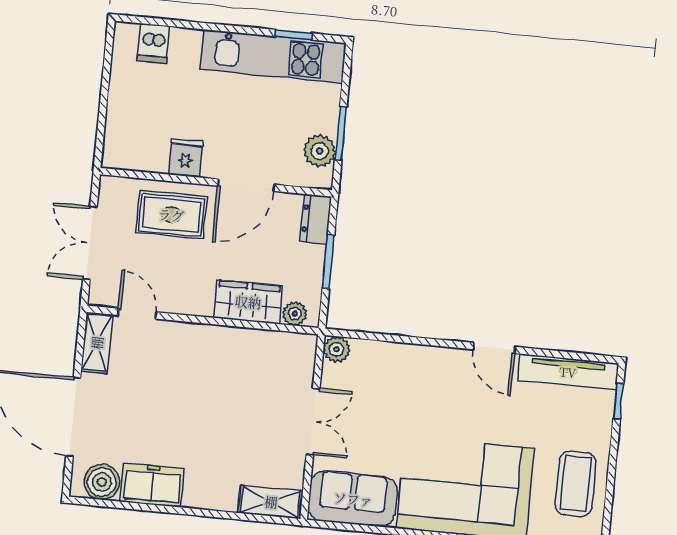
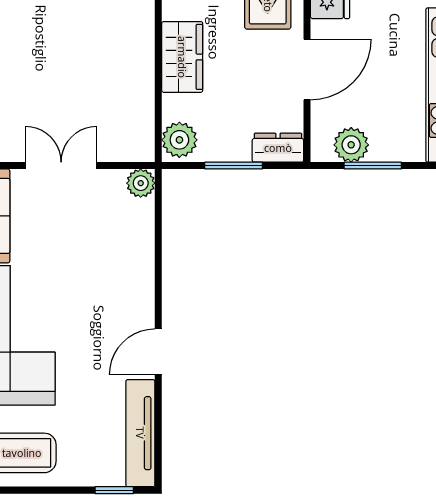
door: (246, 185) -> (307, 70), swing flipped
wardrobe: (248, 302) -> (182, 57), moved
plant: (295, 314) -> (179, 140), width x1.38, depth x1.38
double door: (313, 422) -> (61, 166), swing flipped

